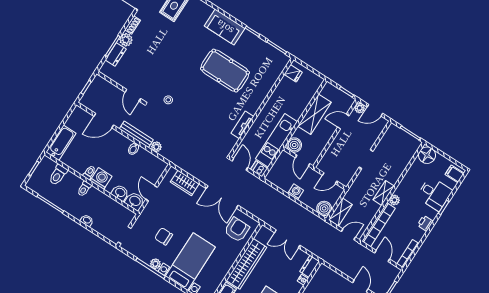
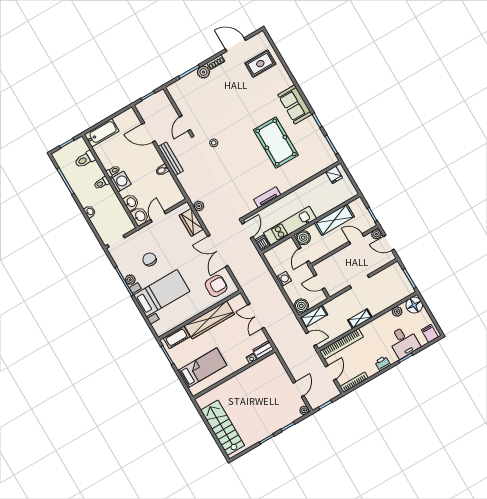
dresser: (116, 55) -> (188, 80), removed
plant: (156, 147) -> (199, 206), moved
plant: (394, 200) -> (397, 311), moved

